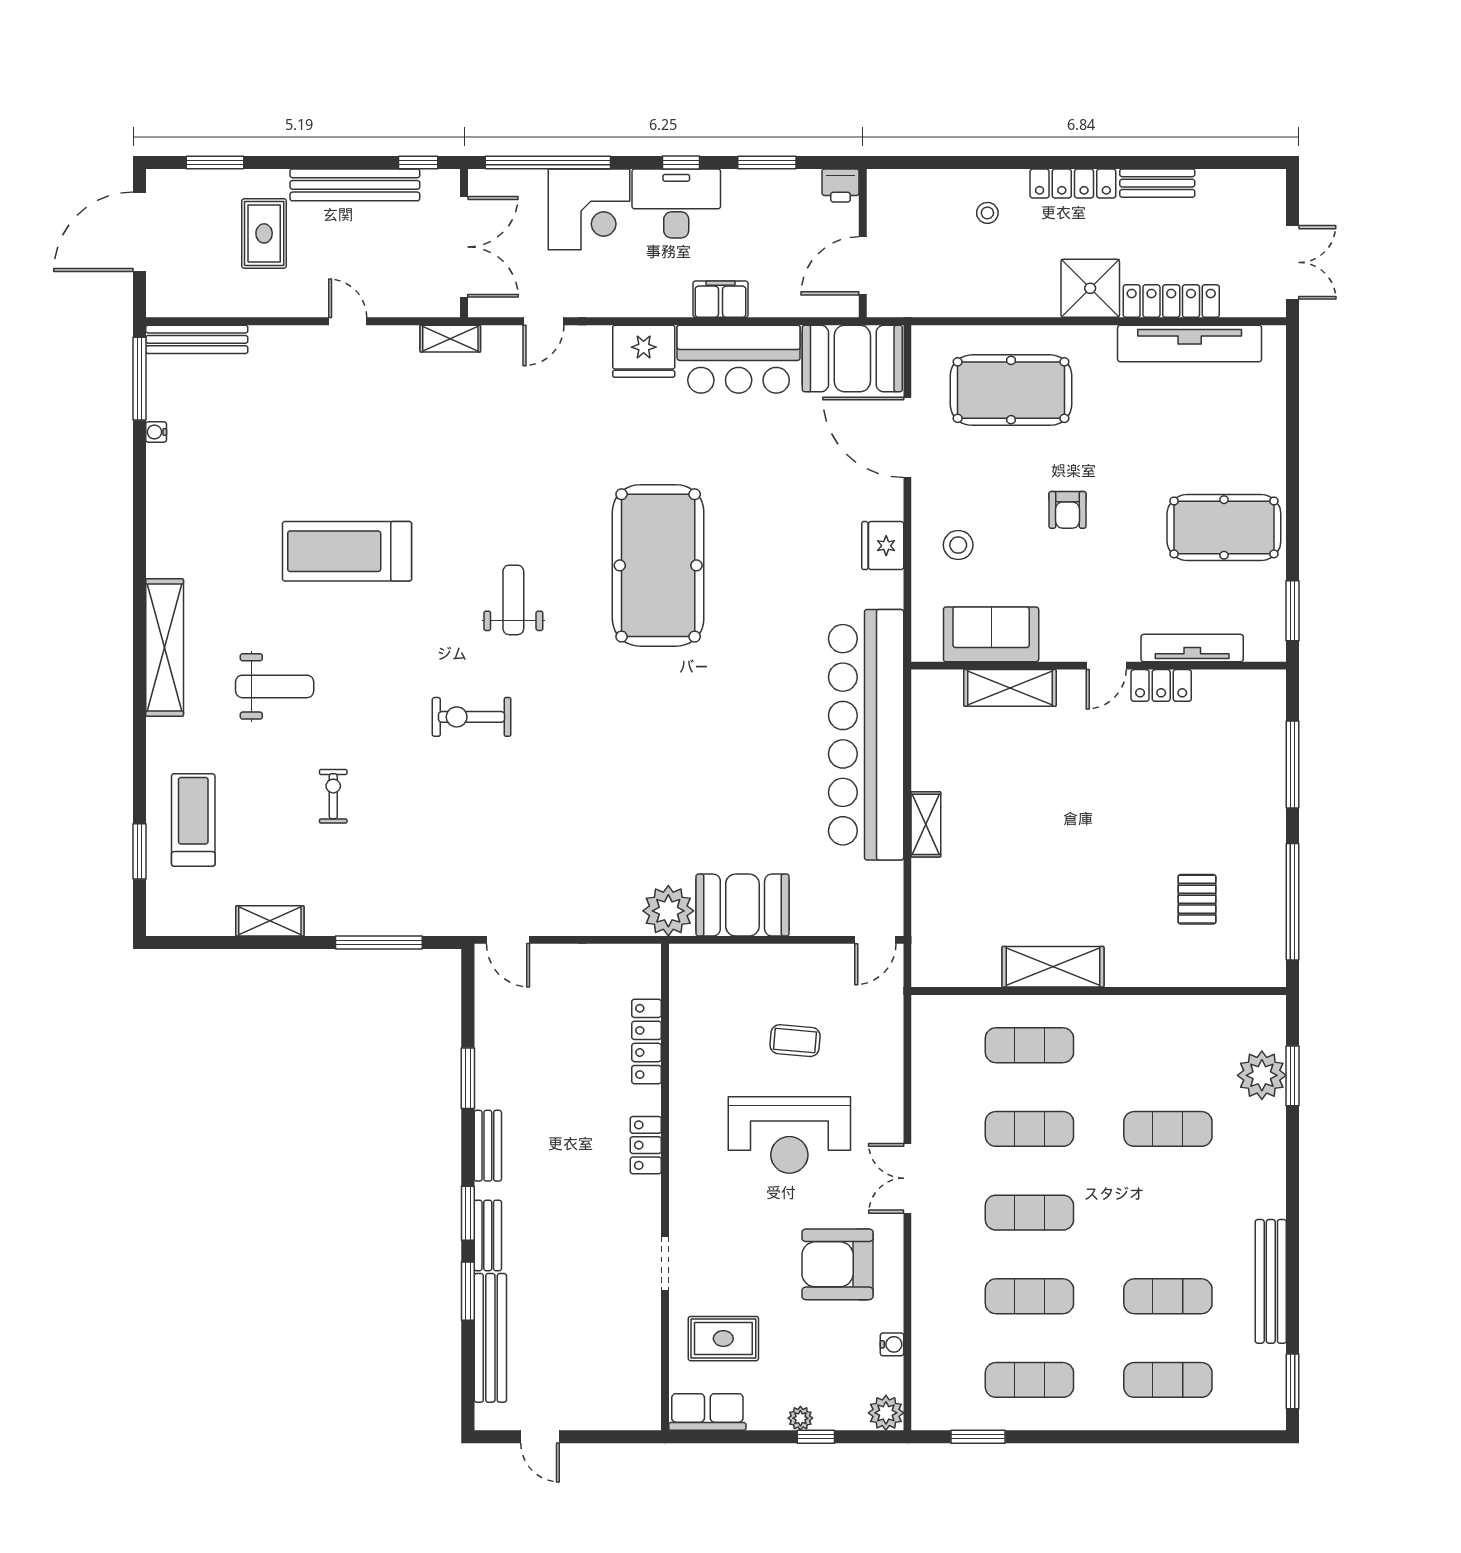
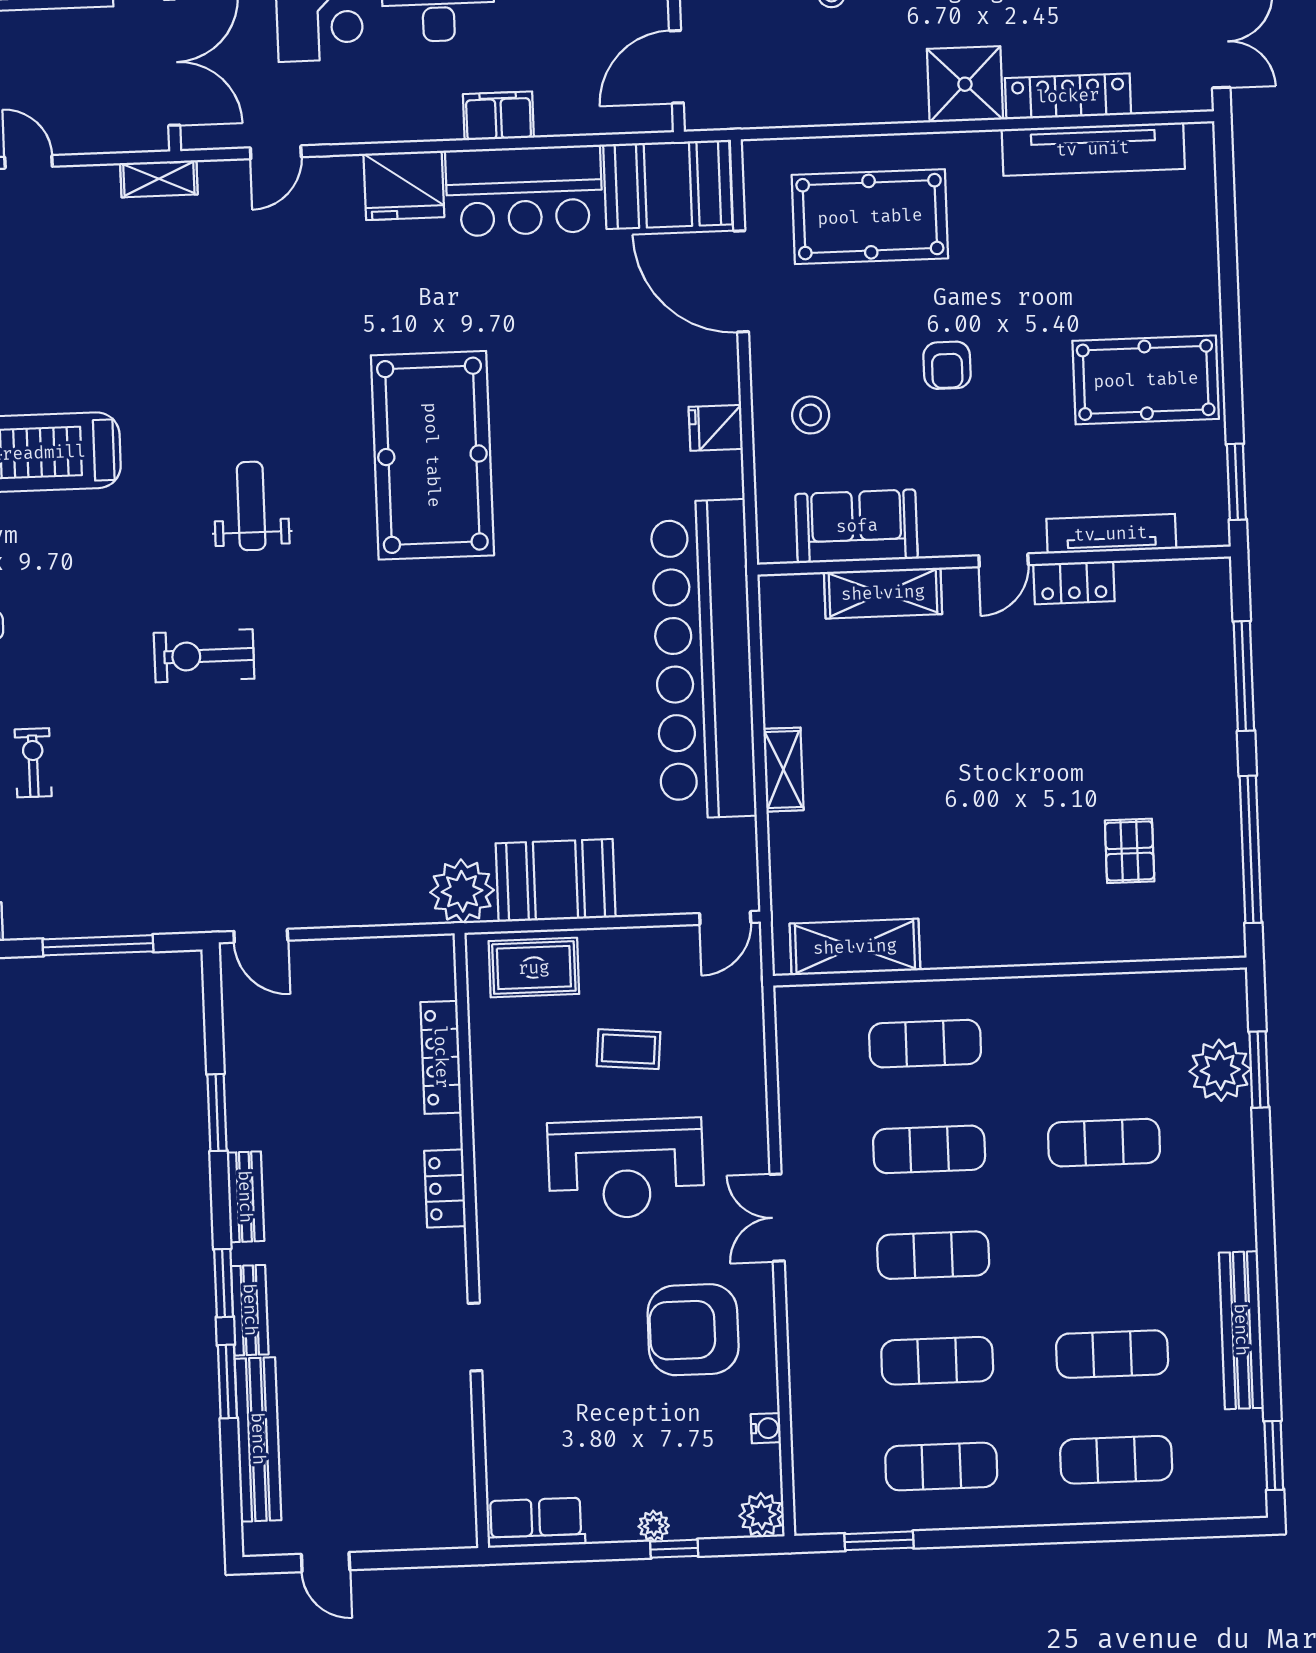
fridge: (883, 546) -> (716, 428), width x0.72
shelving: (1053, 967) -> (855, 947), moved
rug: (723, 1339) -> (534, 968), moved

